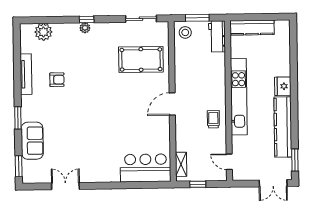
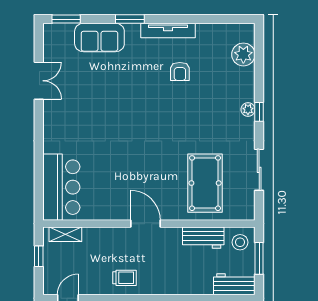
sliding door: (141, 19) -> (259, 170), moved
workbench: (182, 60) -> (203, 238), added
tv unit: (26, 74) -> (168, 31), moved

